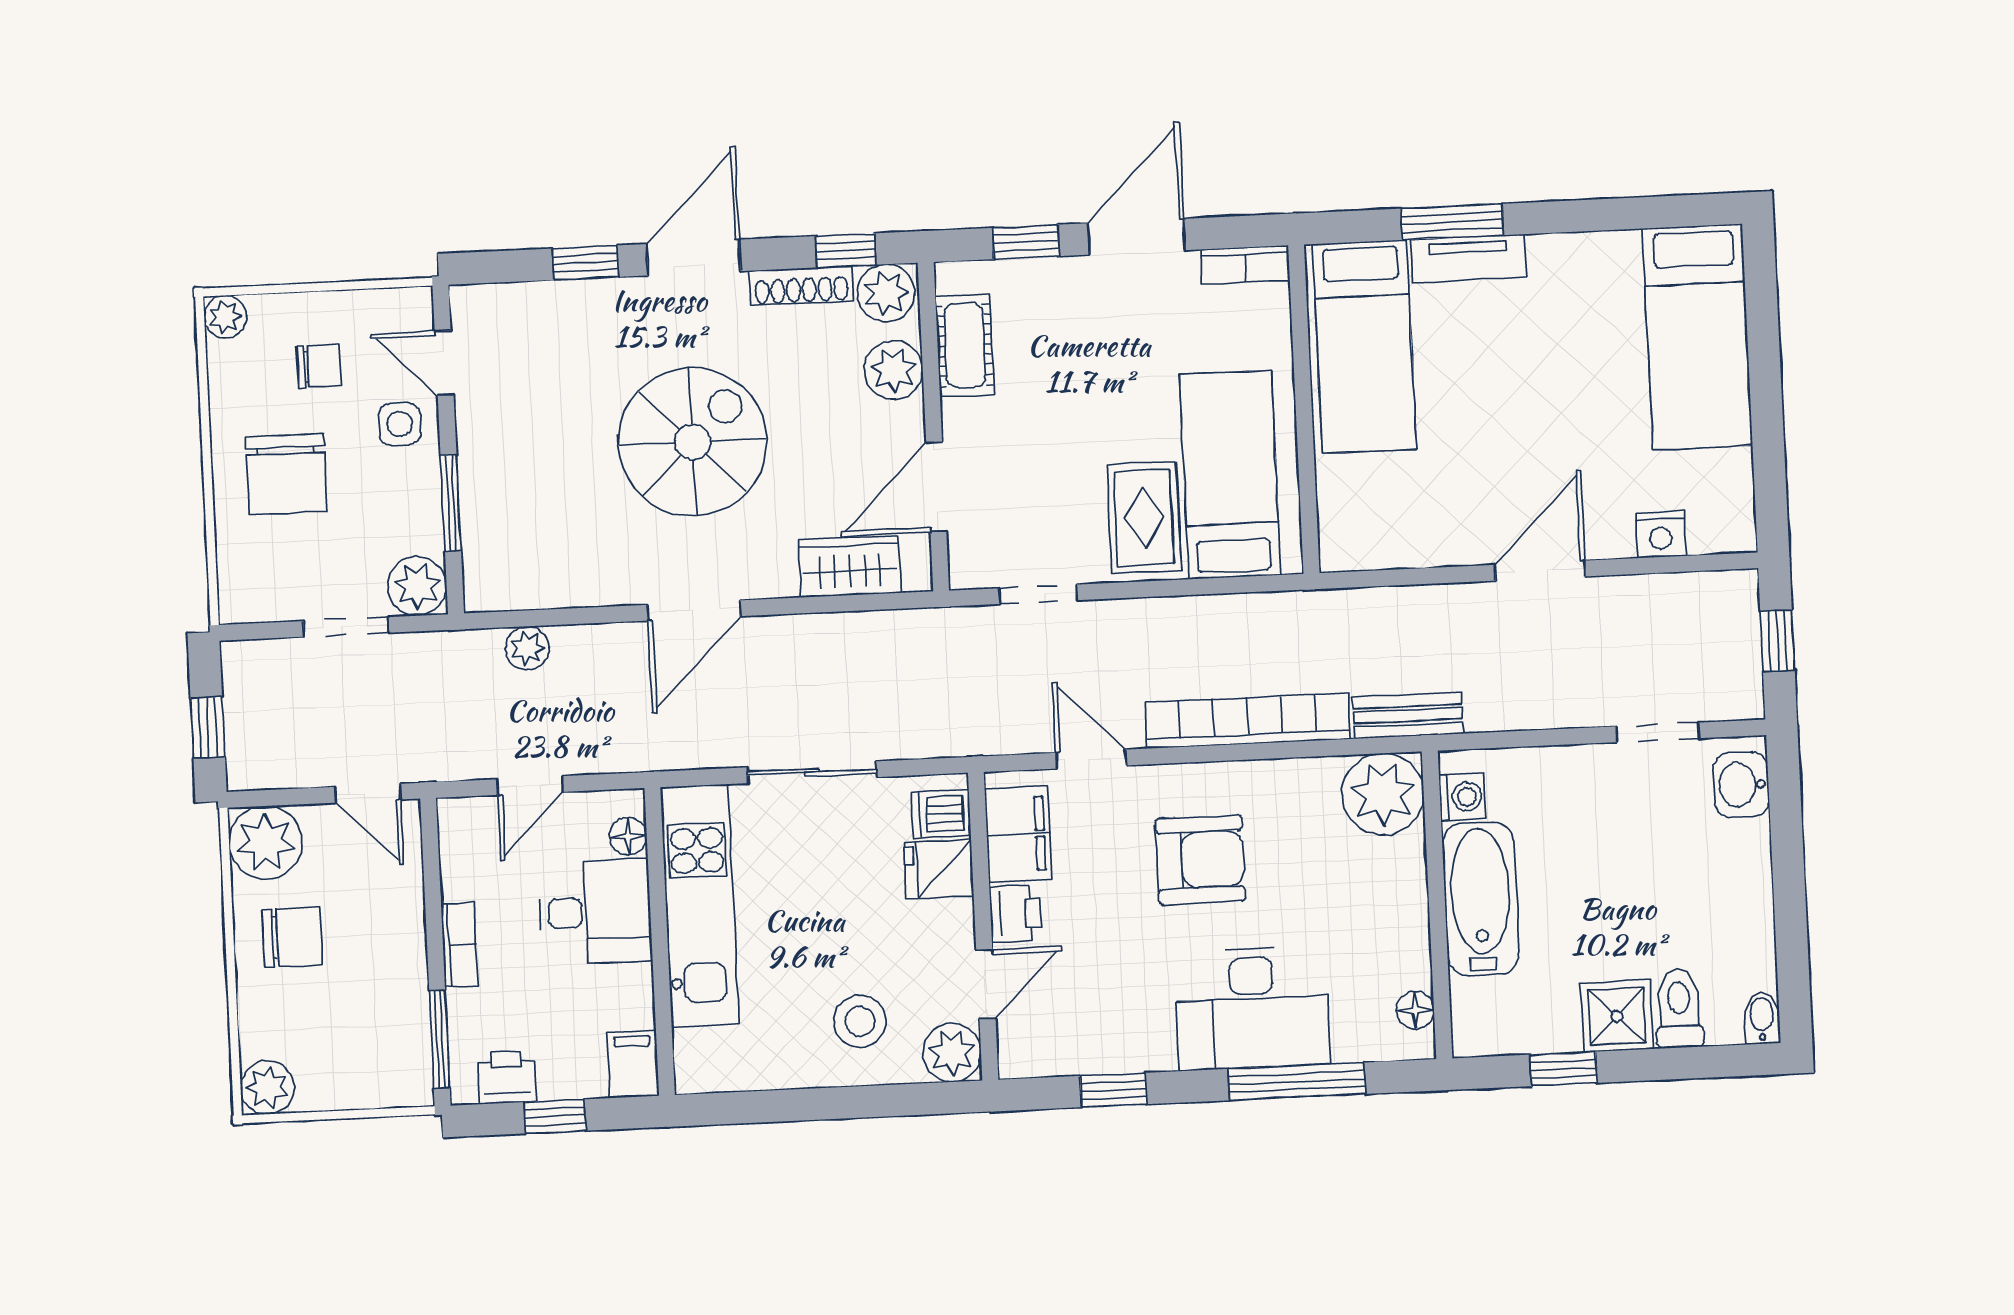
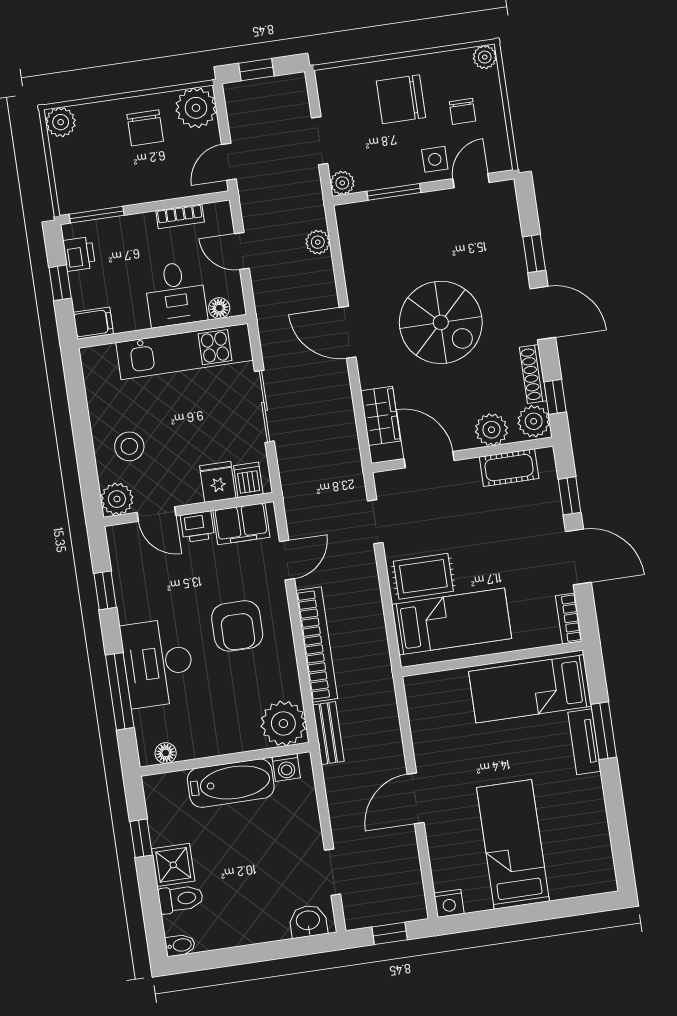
bed: (1698, 337) -> (513, 844), moved, turned 90
nightstand: (1661, 535) -> (449, 903), moved, turned -90
door: (1540, 571) -> (416, 798), swing flipped
plant: (417, 586) -> (342, 183), width x0.73, depth x0.73
bookcase: (460, 945) -> (180, 216), moved

